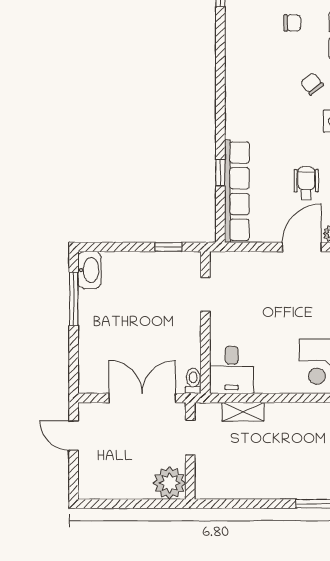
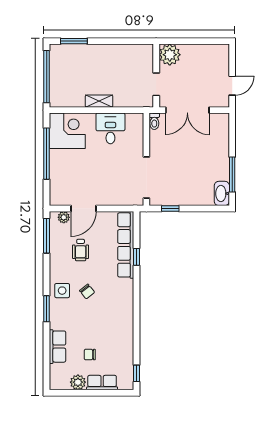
chair: (312, 84) -> (87, 291), moved
doorway: (205, 294) -> (146, 178), width x1.88
desk: (232, 370) -> (110, 128), moved
shelving: (243, 412) -> (99, 101), moved
door: (74, 436) -> (232, 86), hinge flipped

